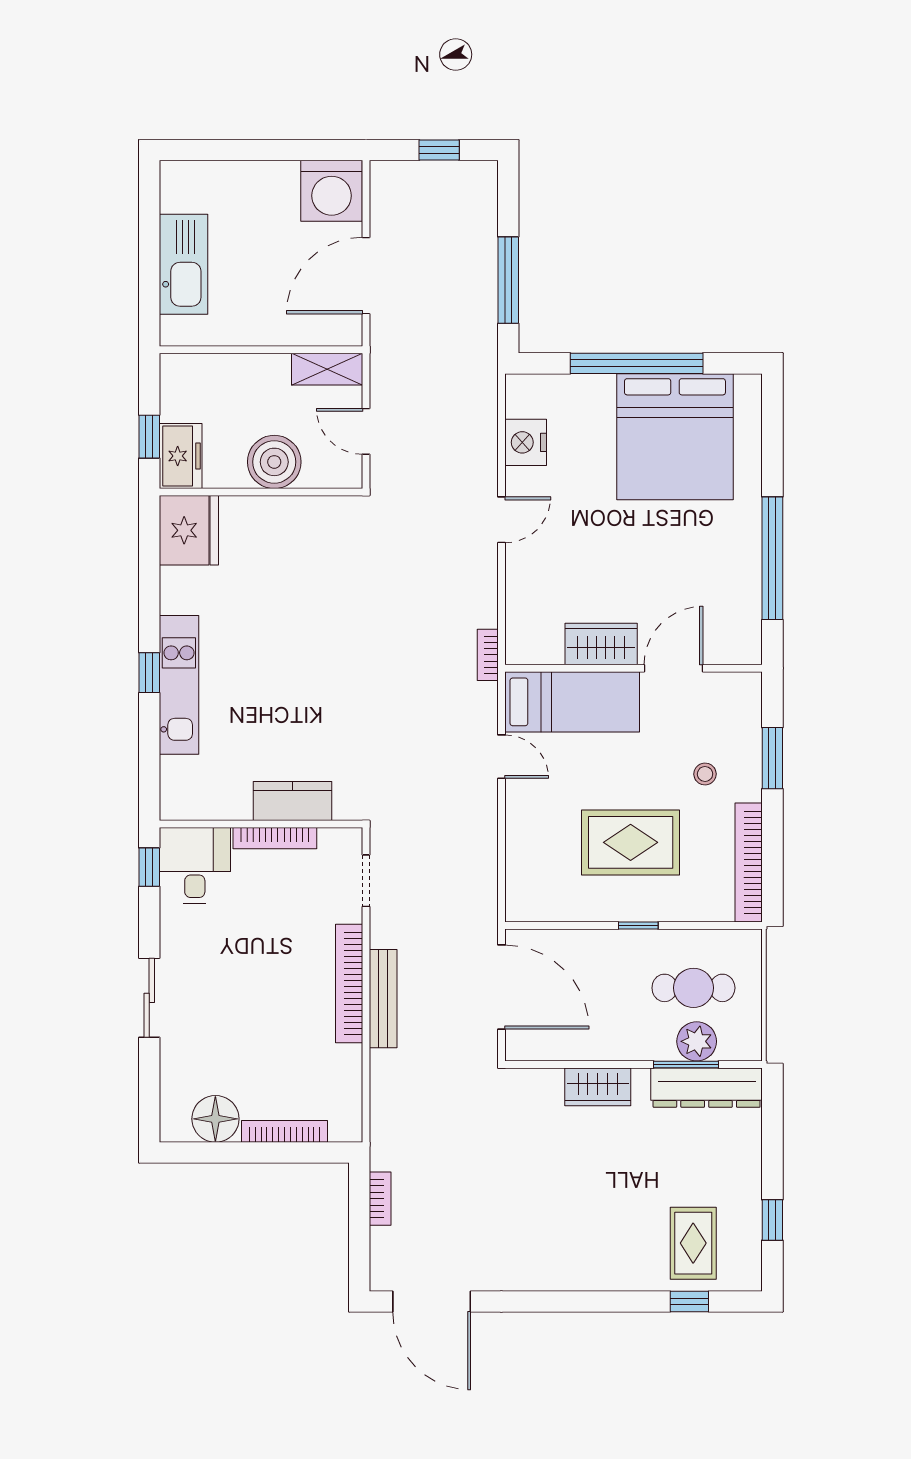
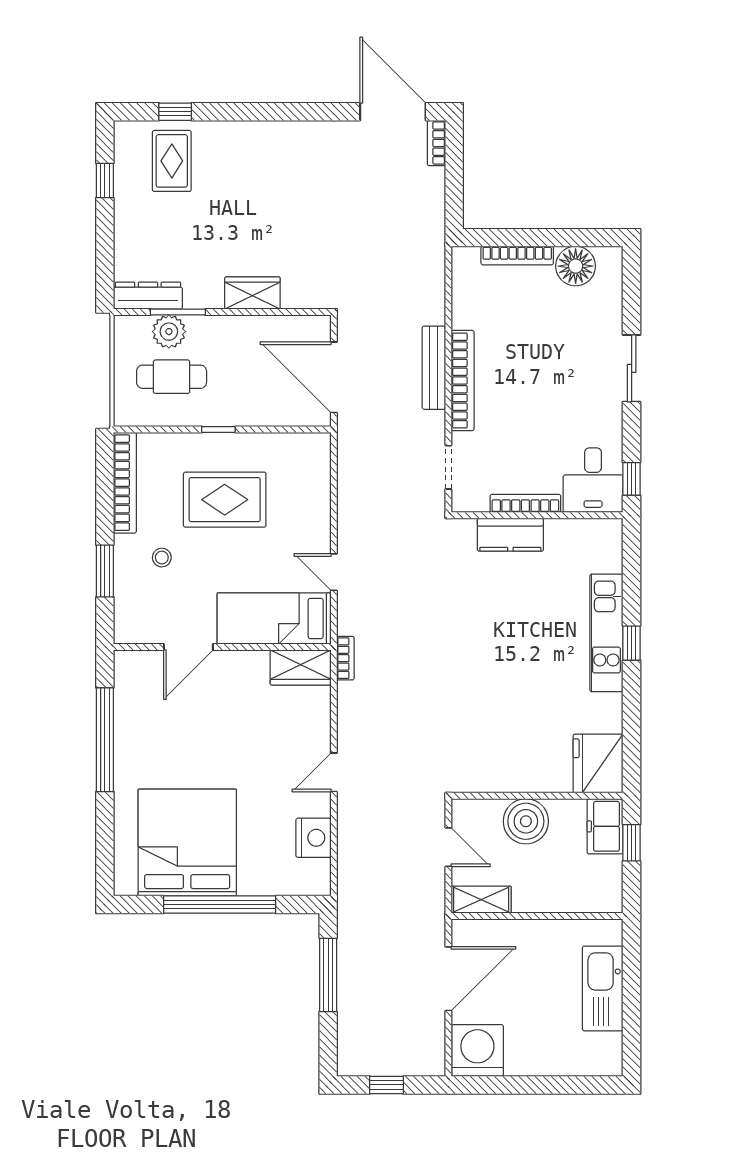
wardrobe: (601, 644) -> (301, 667), moved
dresser: (707, 1088) -> (148, 296), width x0.73, depth x0.80
bookcase: (380, 1199) -> (436, 143), moved

